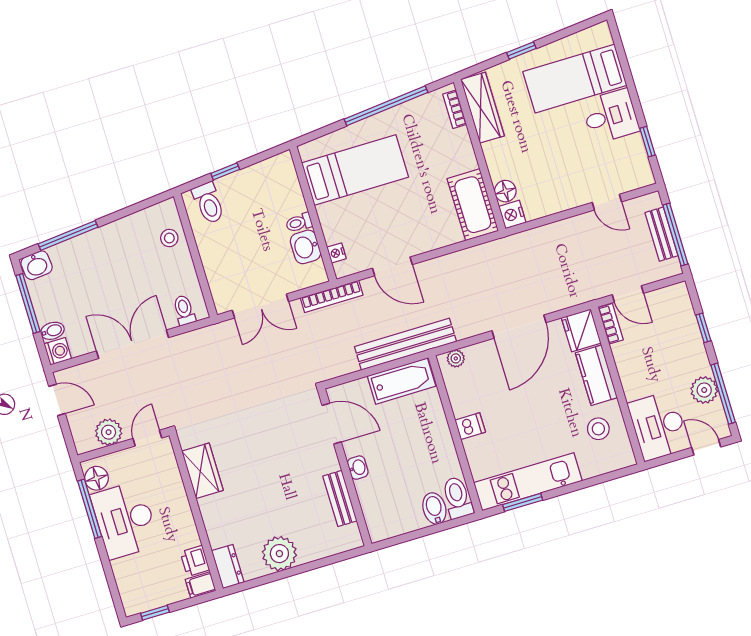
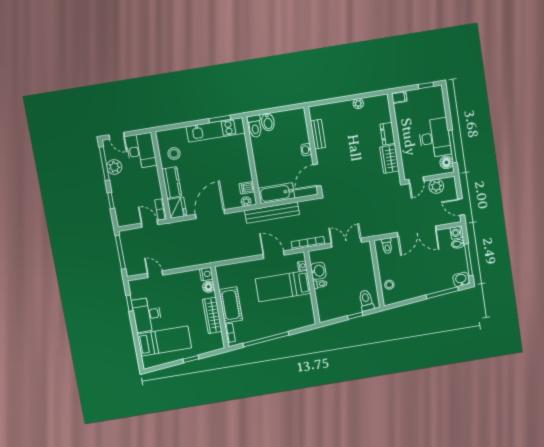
wardrobe: (482, 108) -> (212, 315), moved
desk: (610, 116) -> (147, 315), width x1.37
bed: (355, 170) -> (283, 286), moved
cot: (473, 205) -> (231, 305), moved
bench: (661, 234) -> (128, 253), removed
door: (332, 424) -> (317, 175), hinge flipped
dishwasher: (470, 426) -> (247, 188), moved
plant: (279, 554) -> (358, 104), width x0.53, depth x0.53
printer: (195, 561) -> (400, 111), removed
dresser: (228, 566) -> (387, 134), moved

